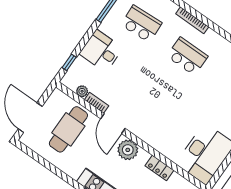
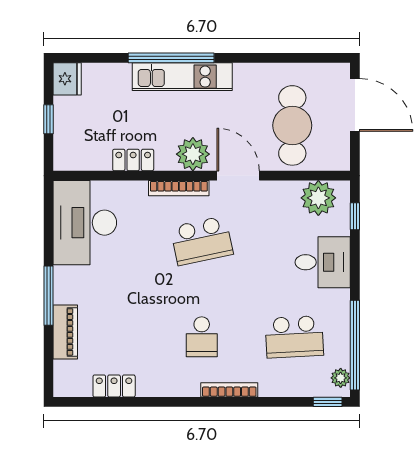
school desk: (187, 56) -> (202, 337), width x0.54
plant: (82, 91) -> (318, 198), width x1.88, depth x1.88
bookcase: (97, 103) -> (179, 188), moved, width x1.56
school desk: (154, 104) -> (202, 241), added

